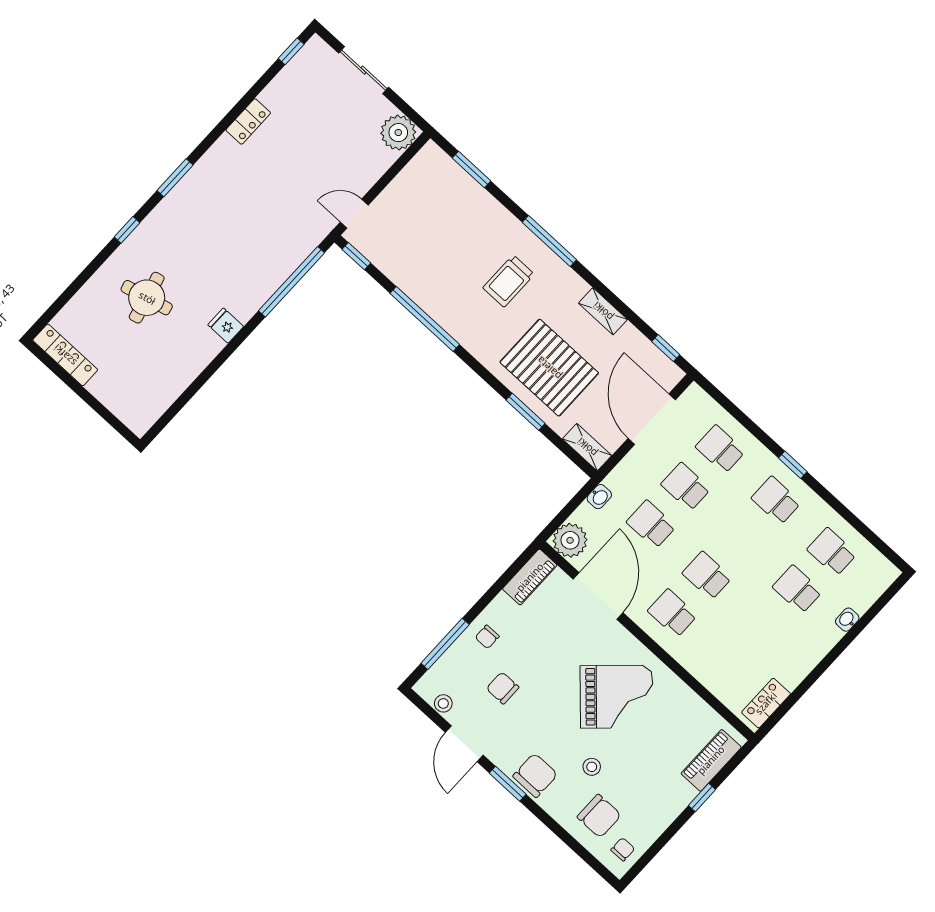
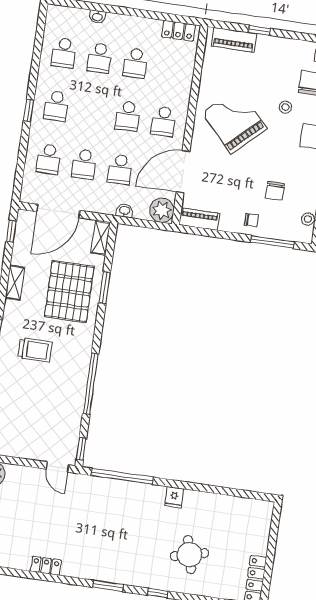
school desk: (763, 627) -> (135, 63), added

